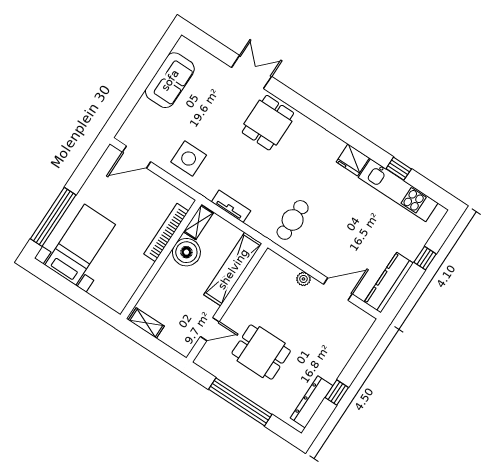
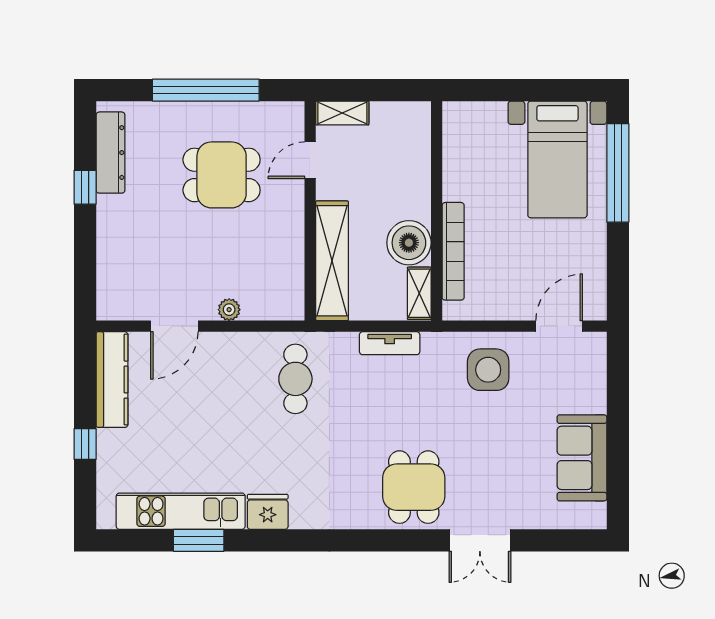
window: (399, 169) -> (199, 540), width x1.50
shelving: (146, 323) -> (342, 113), moved

